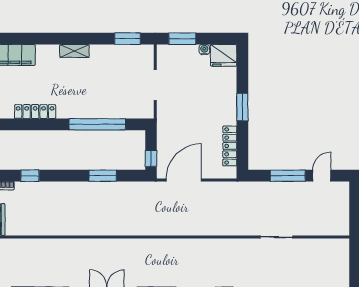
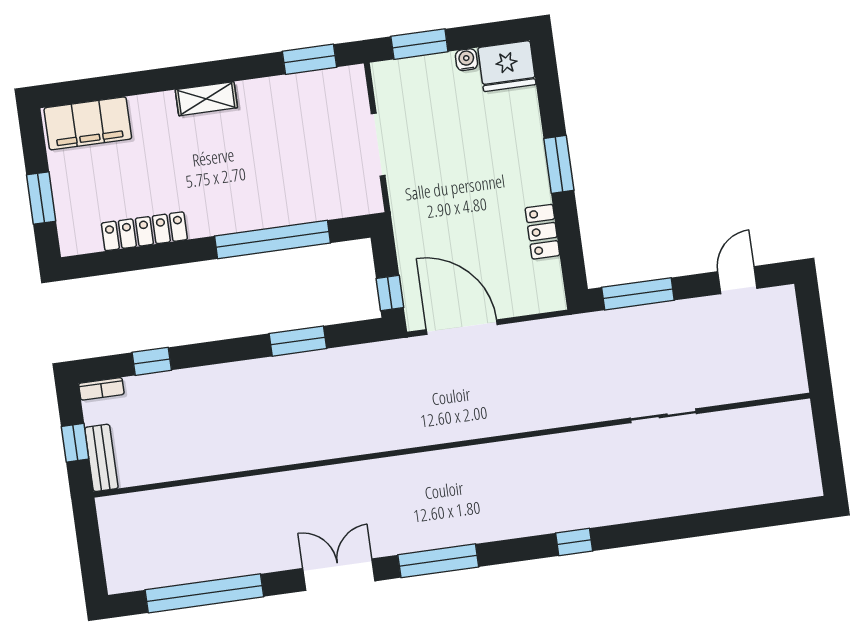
locker: (230, 146) -> (542, 232), width x0.66
window: (288, 176) -> (638, 294), moved
door: (184, 180) -> (462, 327), hinge flipped

